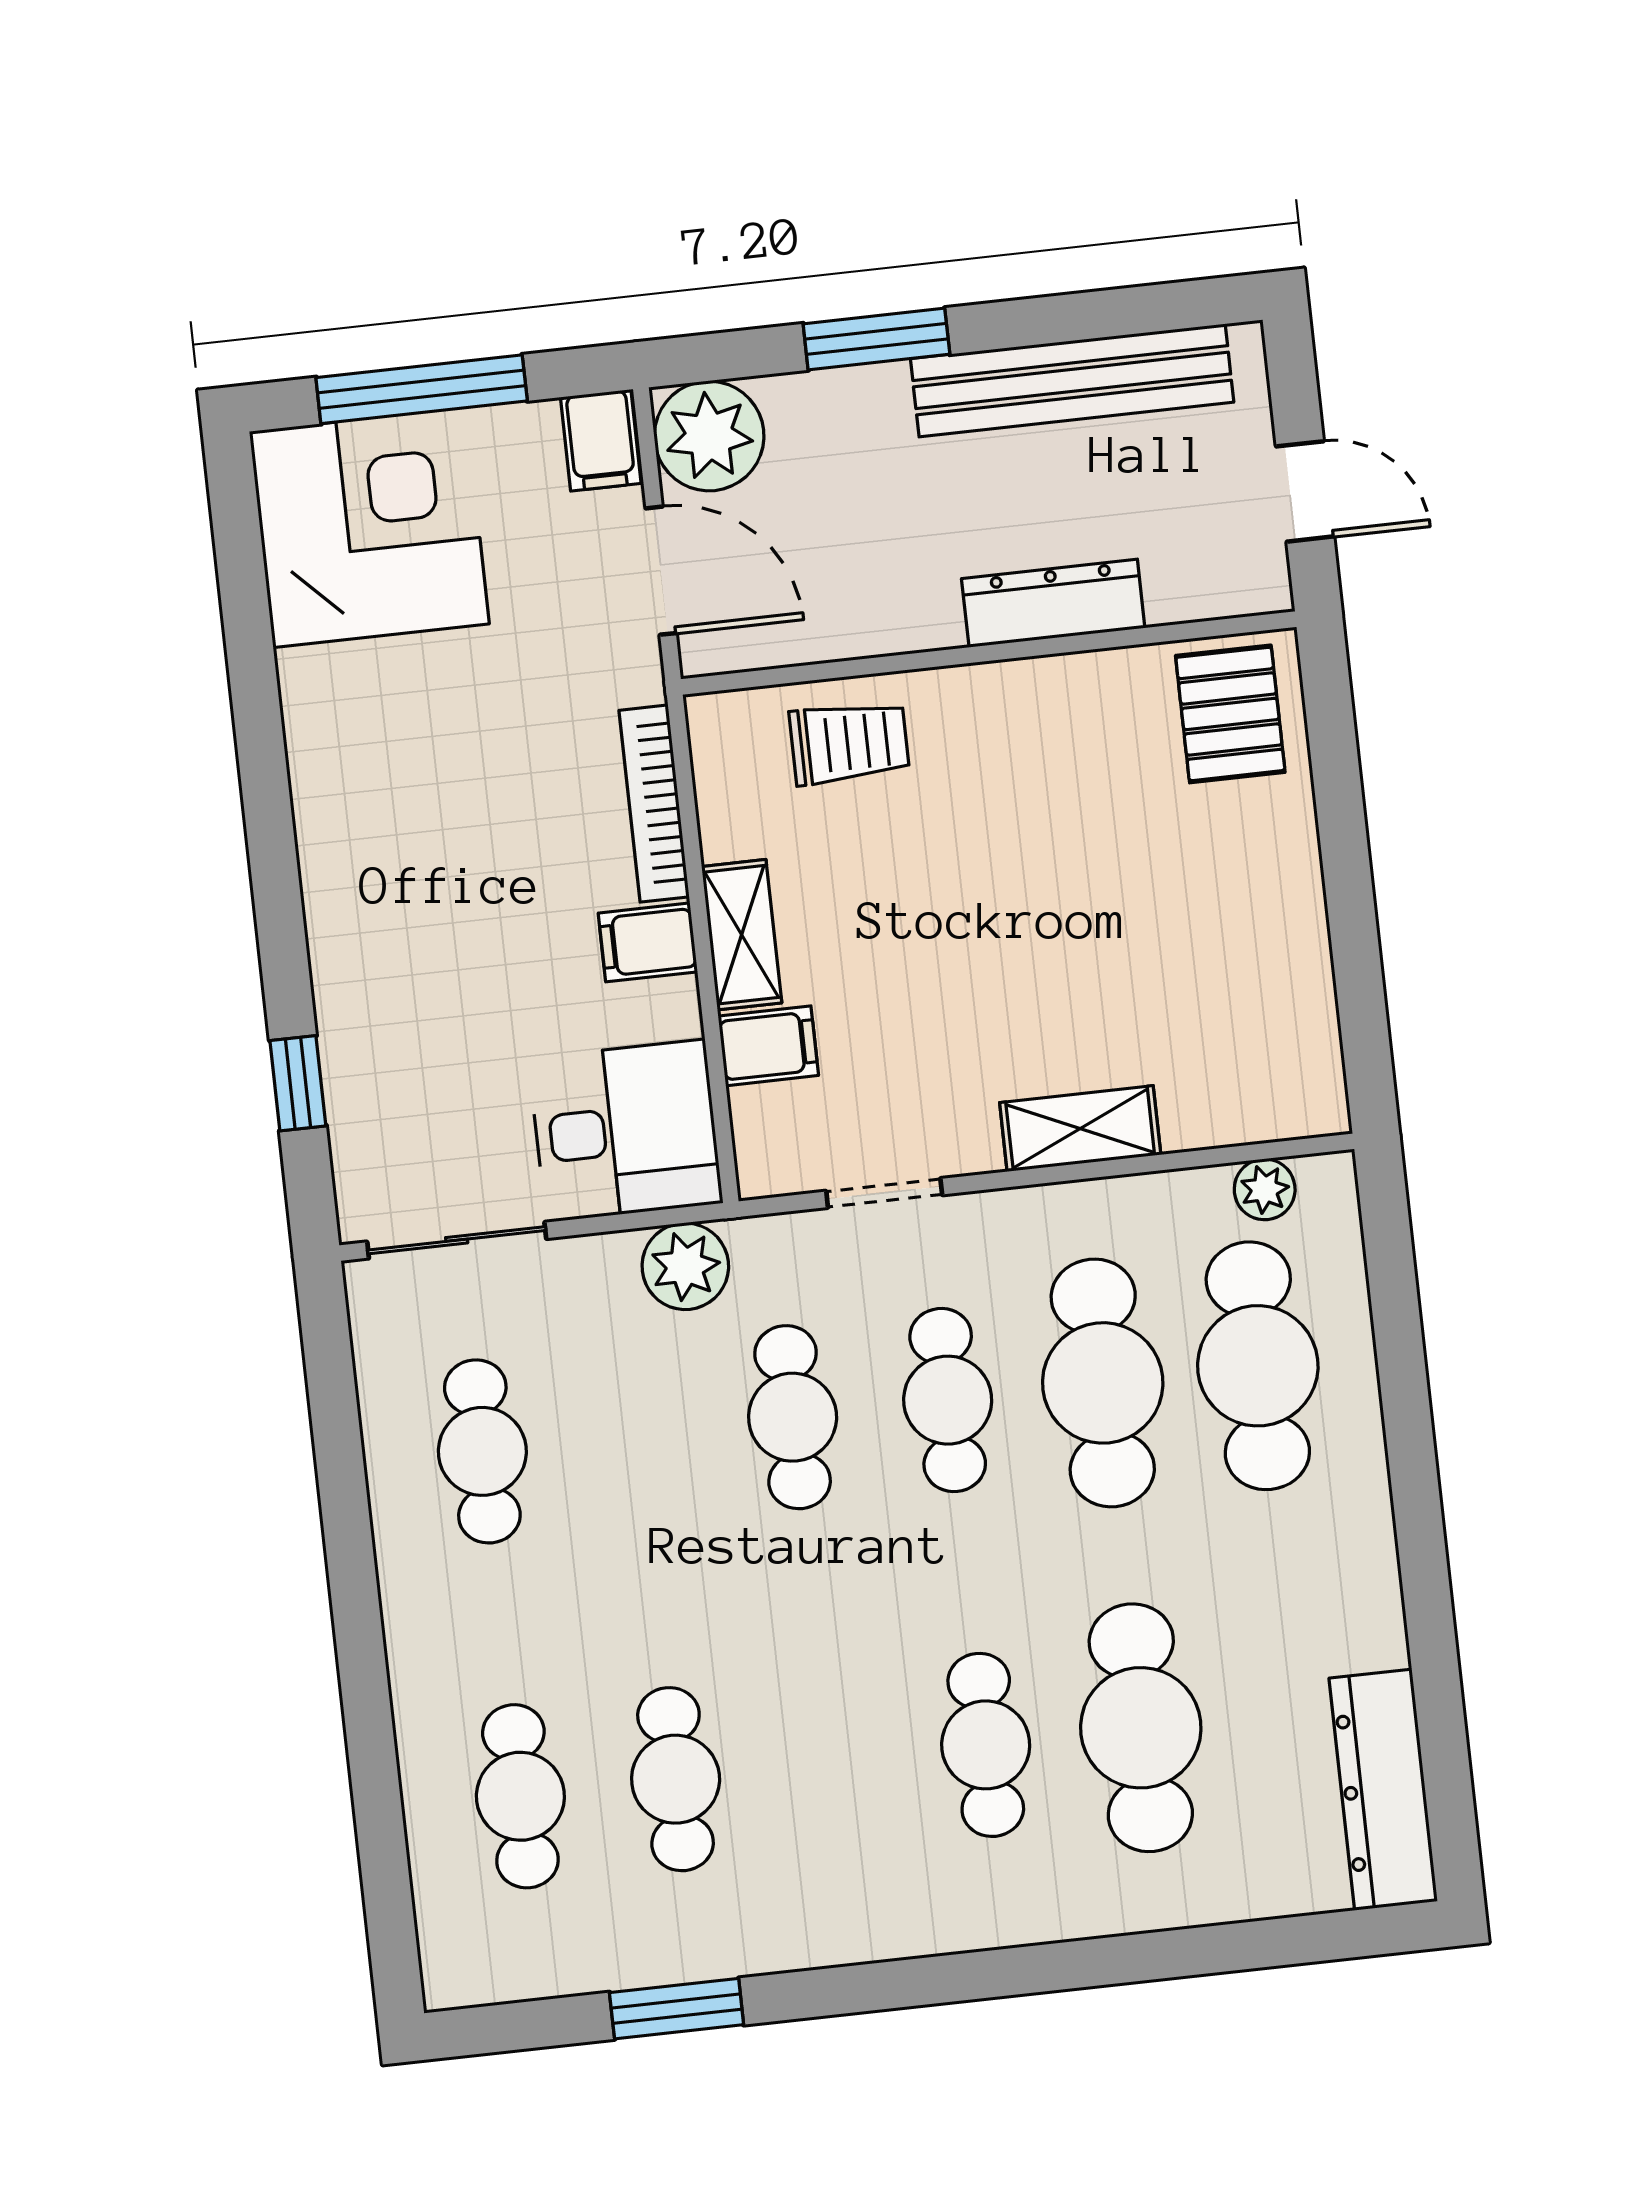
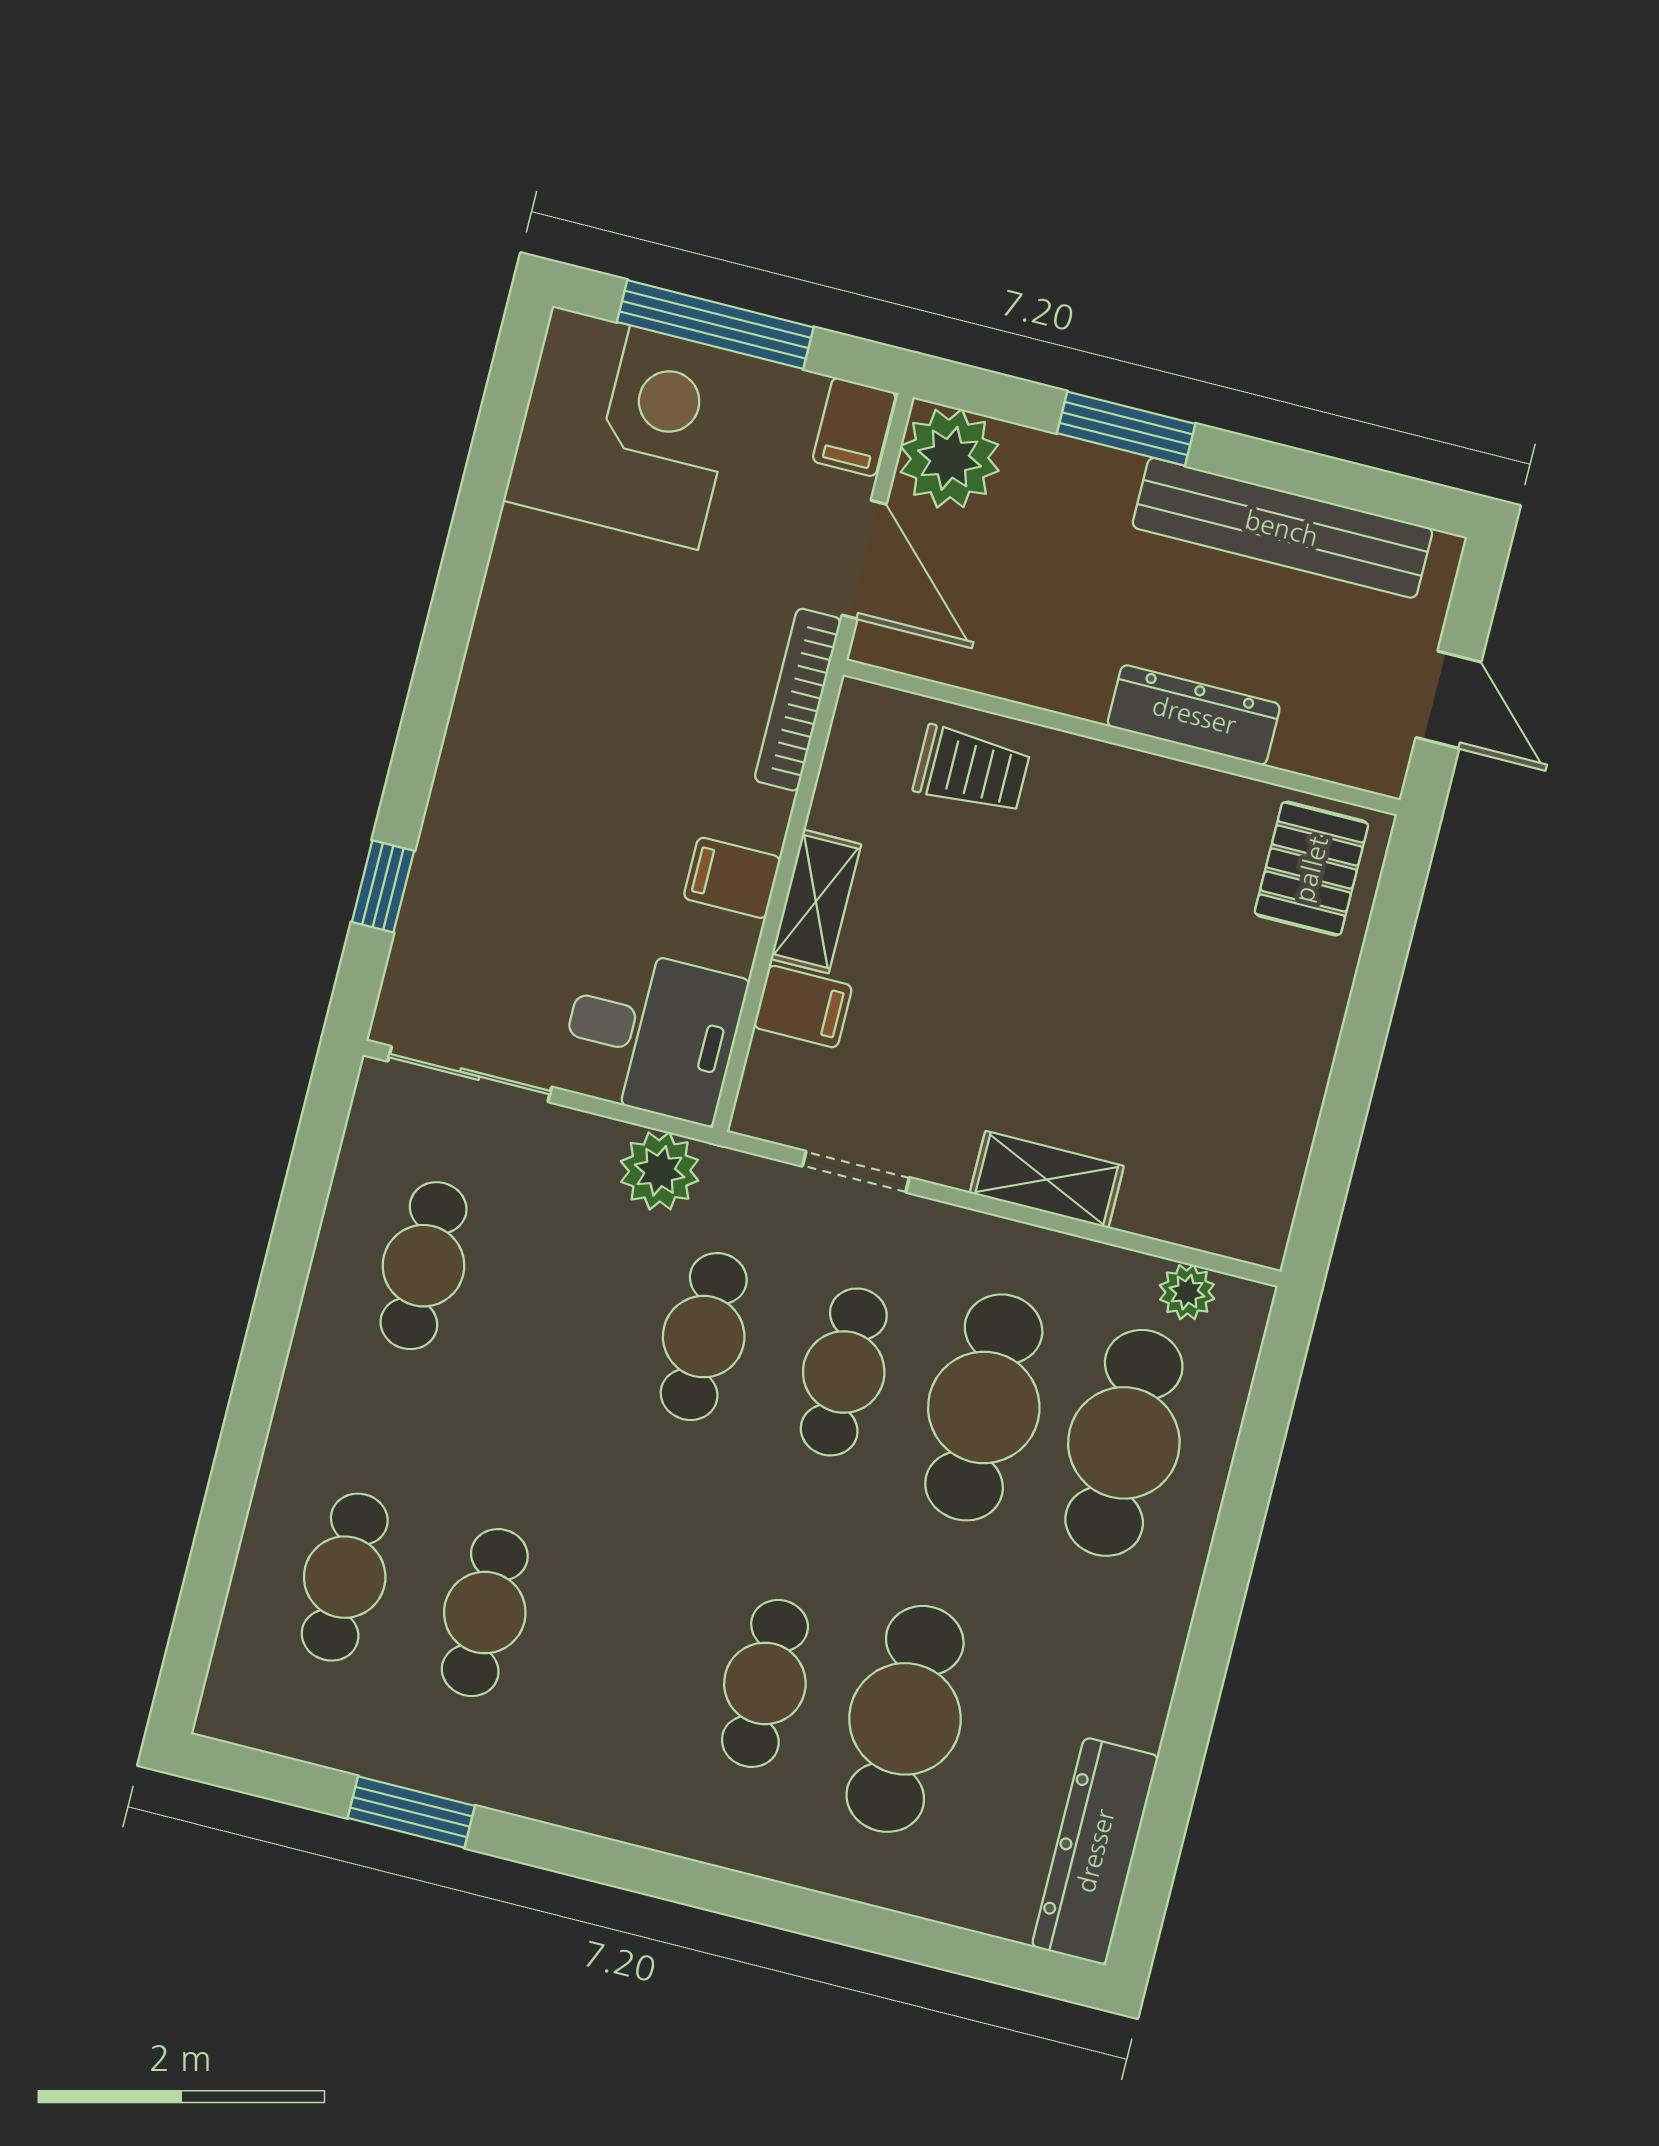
bookcase: (654, 804) -> (798, 700), moved

